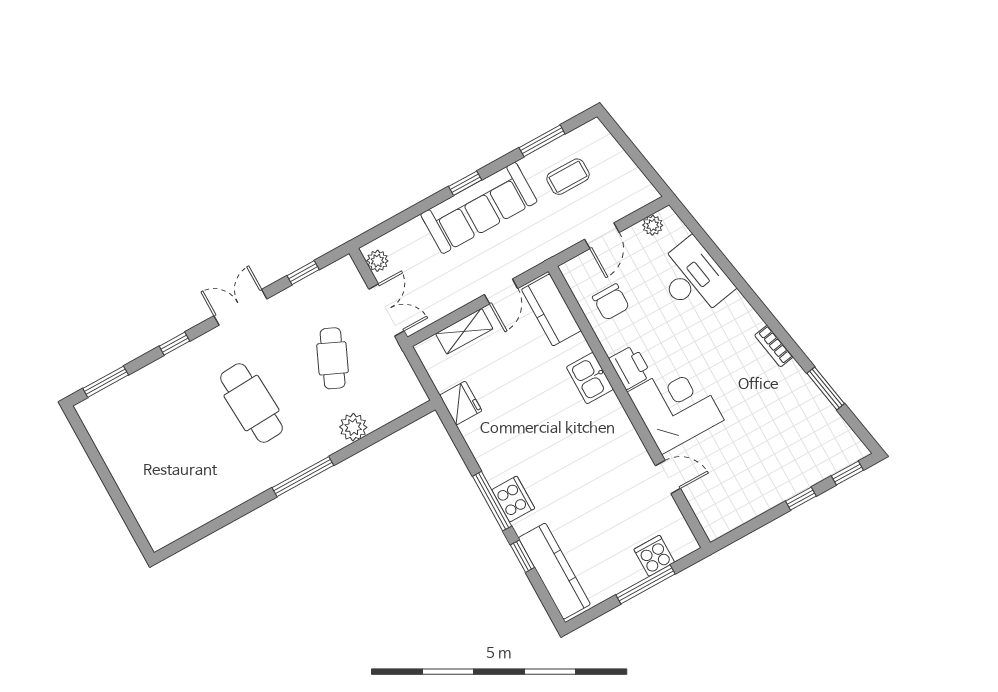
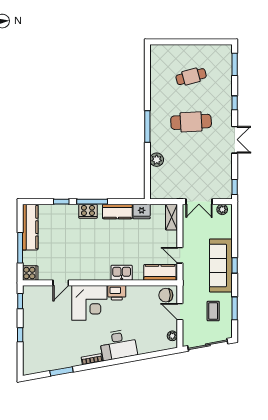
sliding door: (634, 153) -> (208, 345), added
window: (303, 273) -> (235, 187), moved
desk: (693, 278) -> (118, 345), moved
chair: (611, 302) -> (166, 295), moved
shelving: (464, 331) -> (171, 217), moved
cafe table: (333, 358) -> (191, 77), moved, turned -39
kitchen counter: (485, 446) -> (117, 212), added
window: (847, 473) -> (20, 301), moved
cooker: (654, 556) -> (30, 273), moved
kitchen counter: (554, 571) -> (30, 227), moved, turned -90

